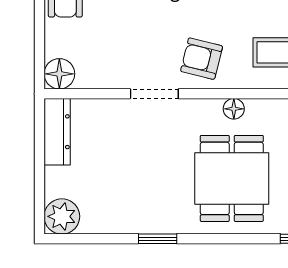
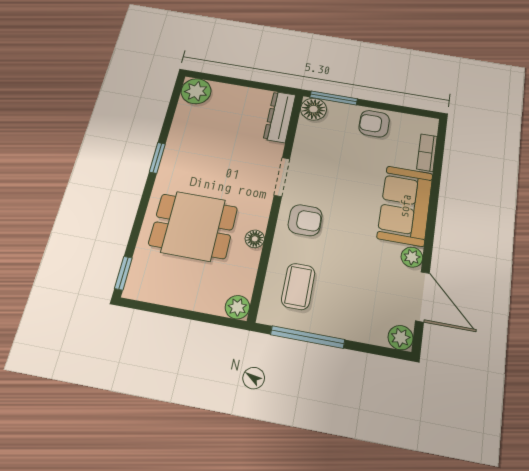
window: (39, 53) -> (334, 98), added
armchair: (202, 59) -> (305, 220), turned 76
dresser: (57, 132) -> (280, 117), moved, turned 90

